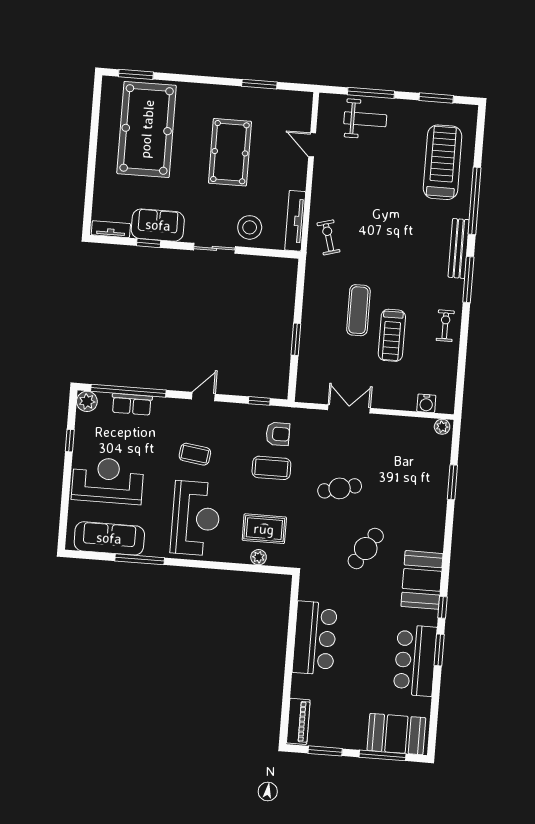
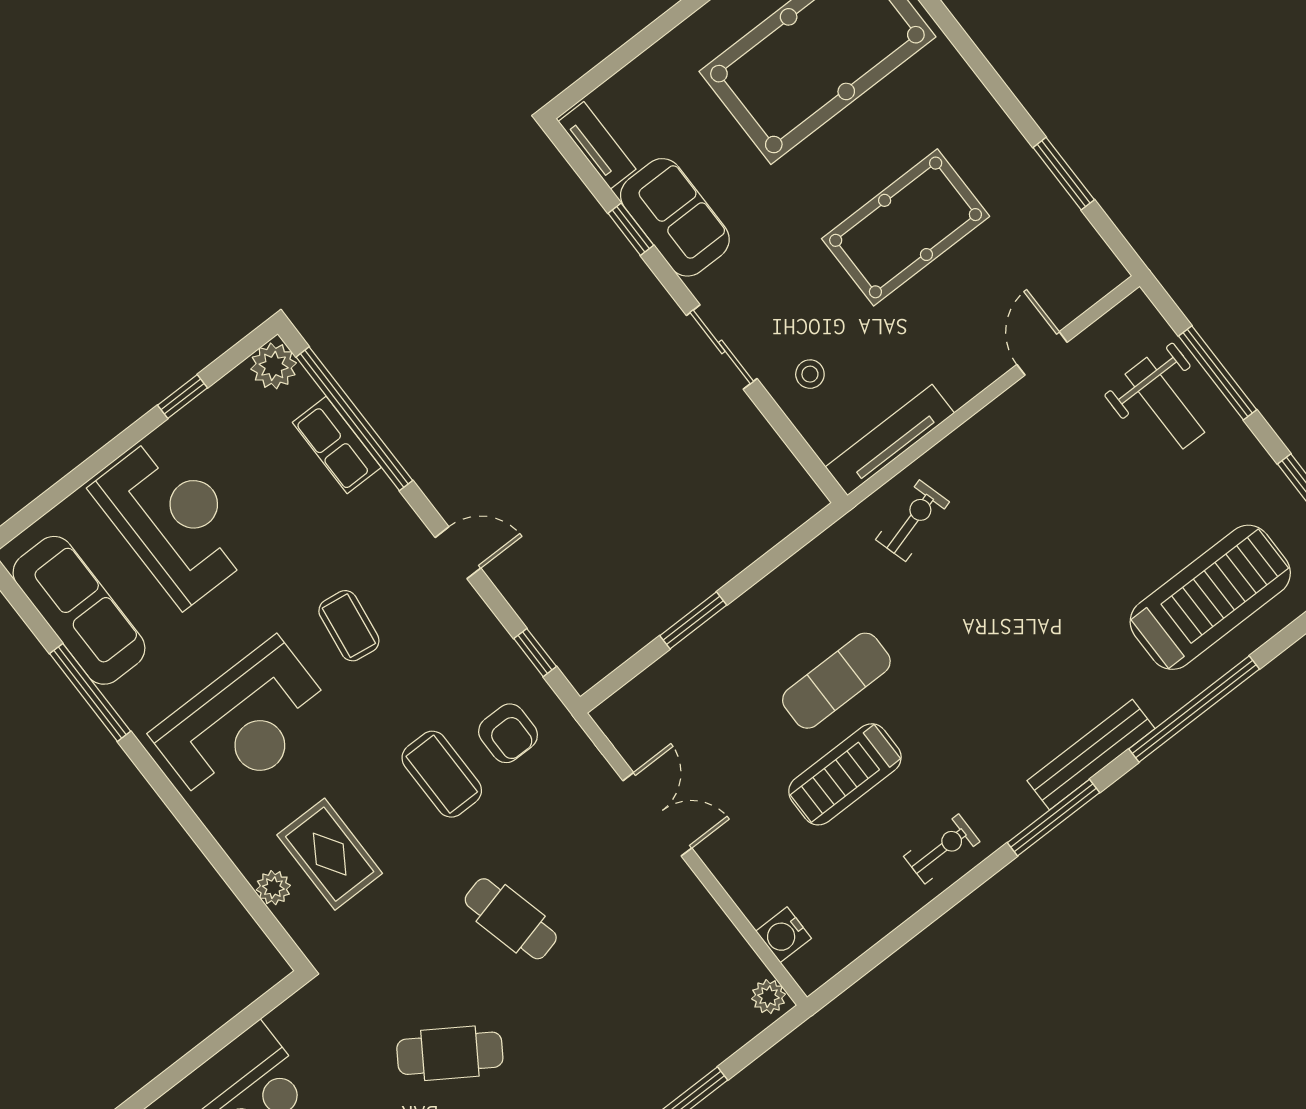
stool: (250, 227) -> (810, 374), width x0.53, depth x0.53

